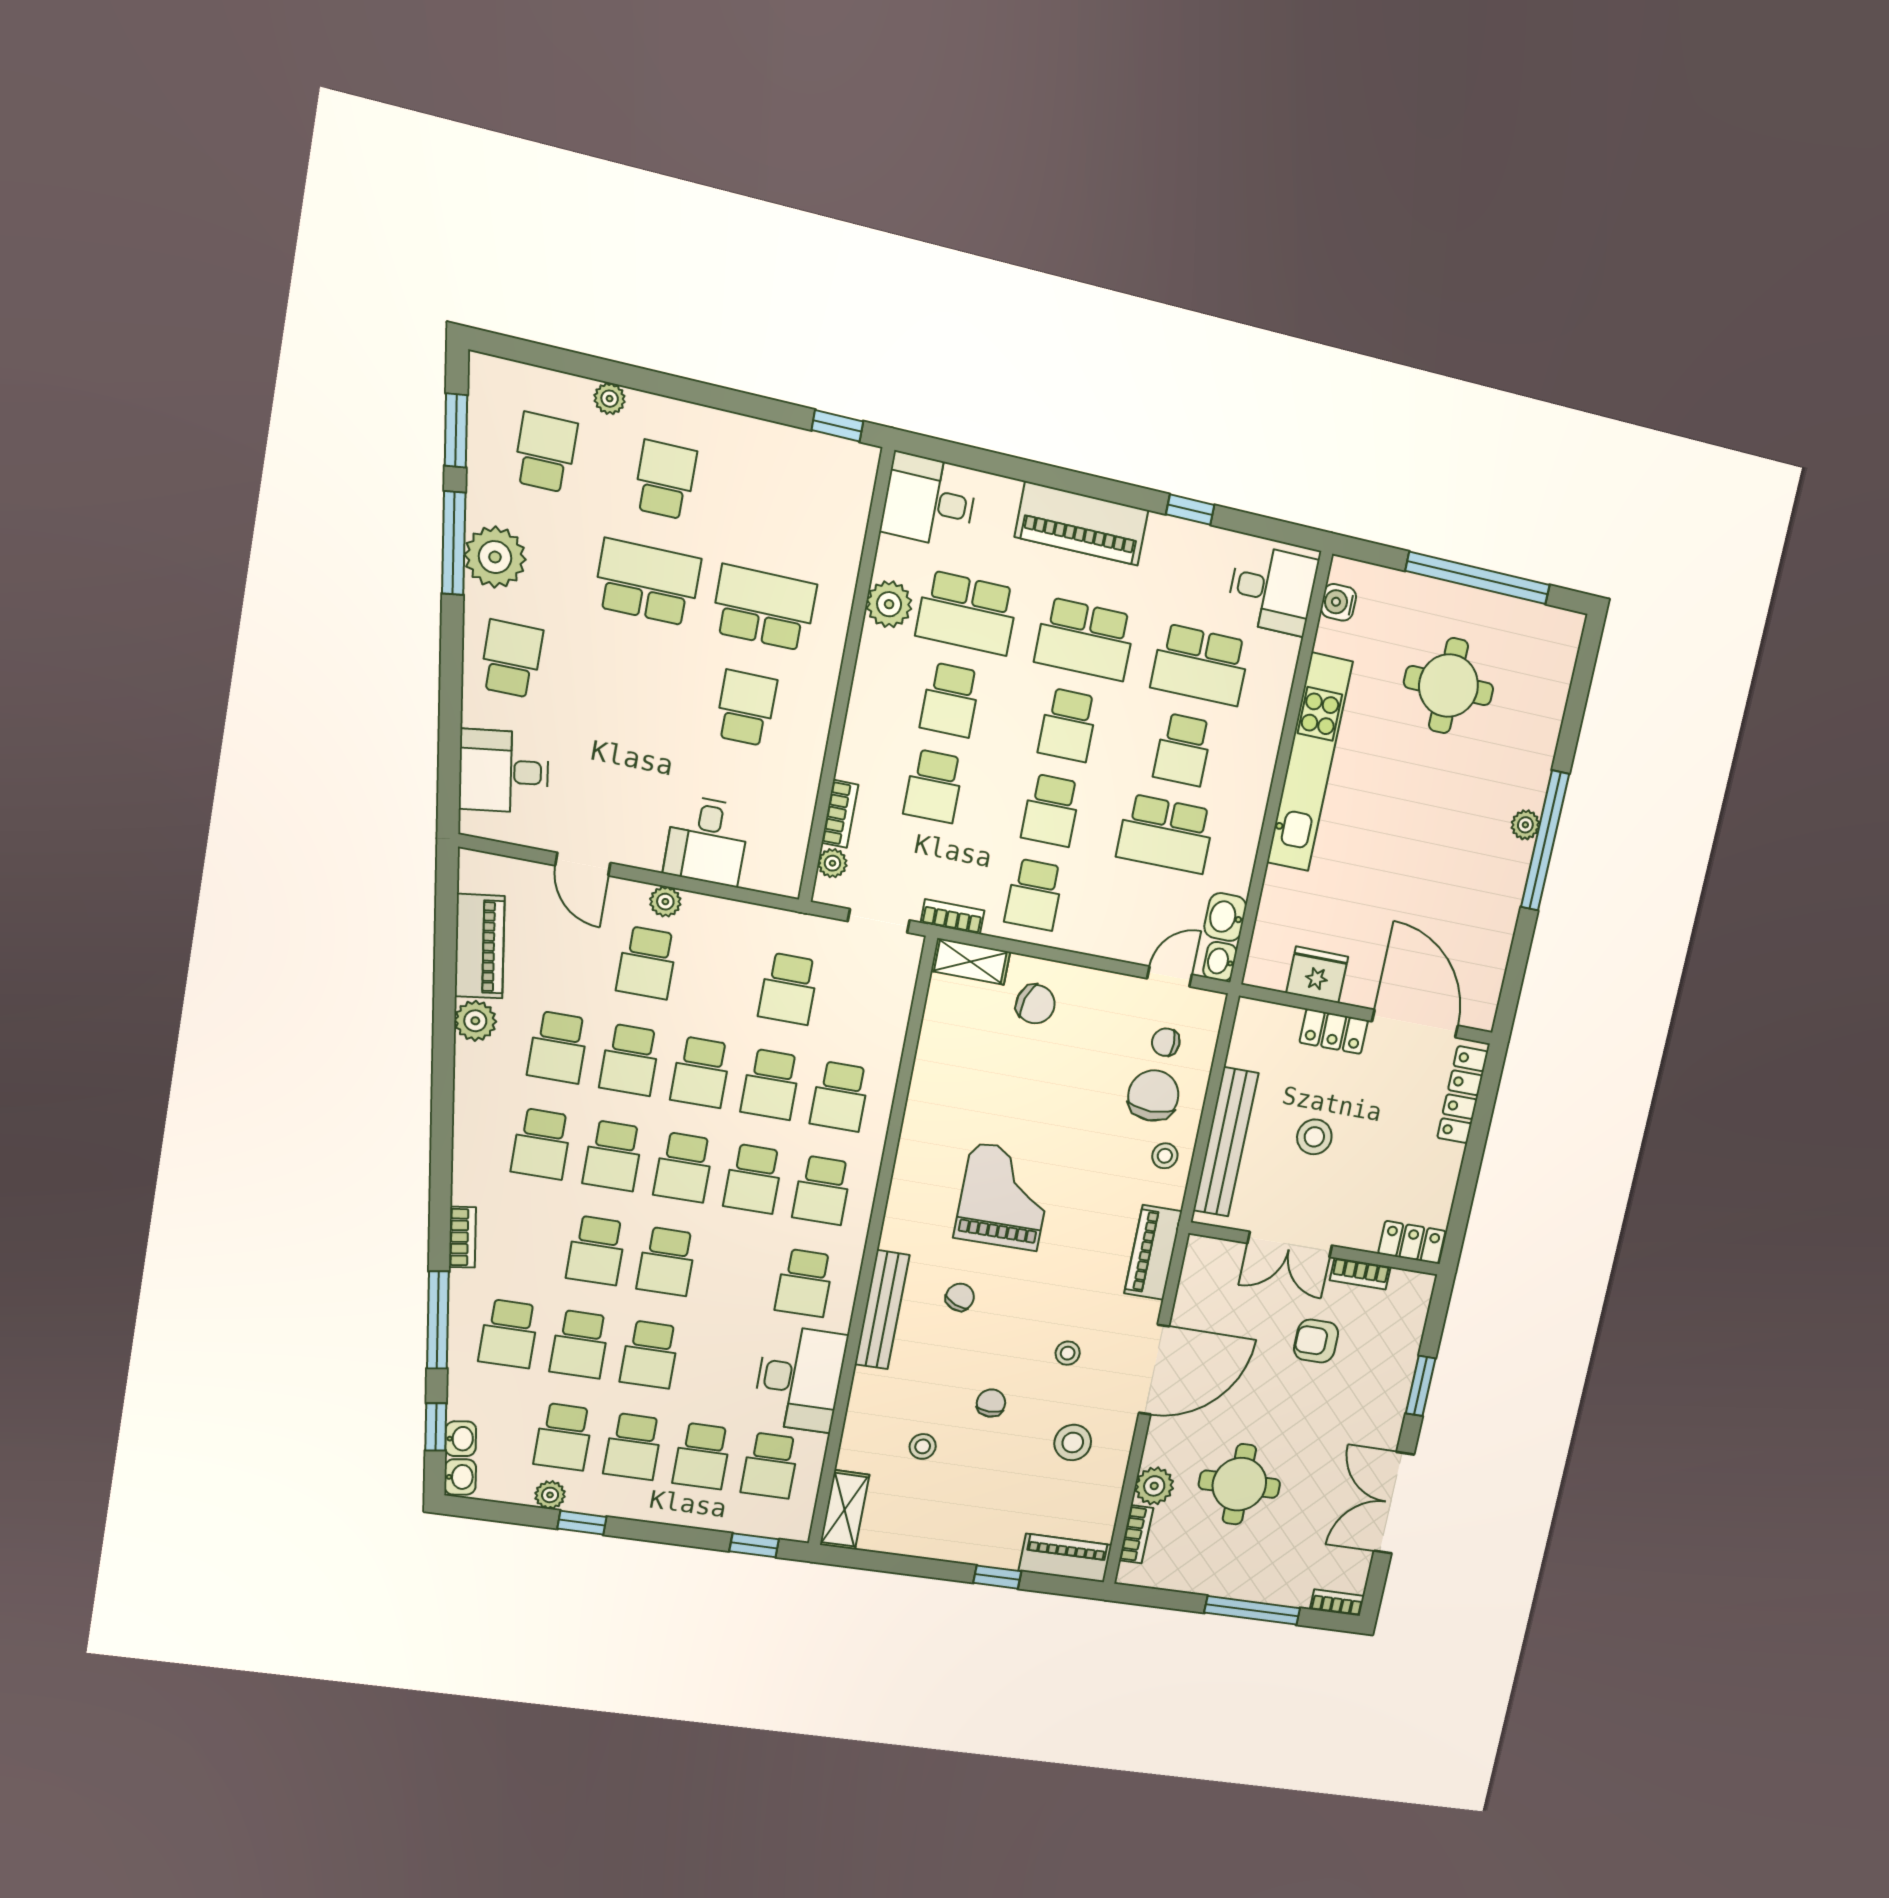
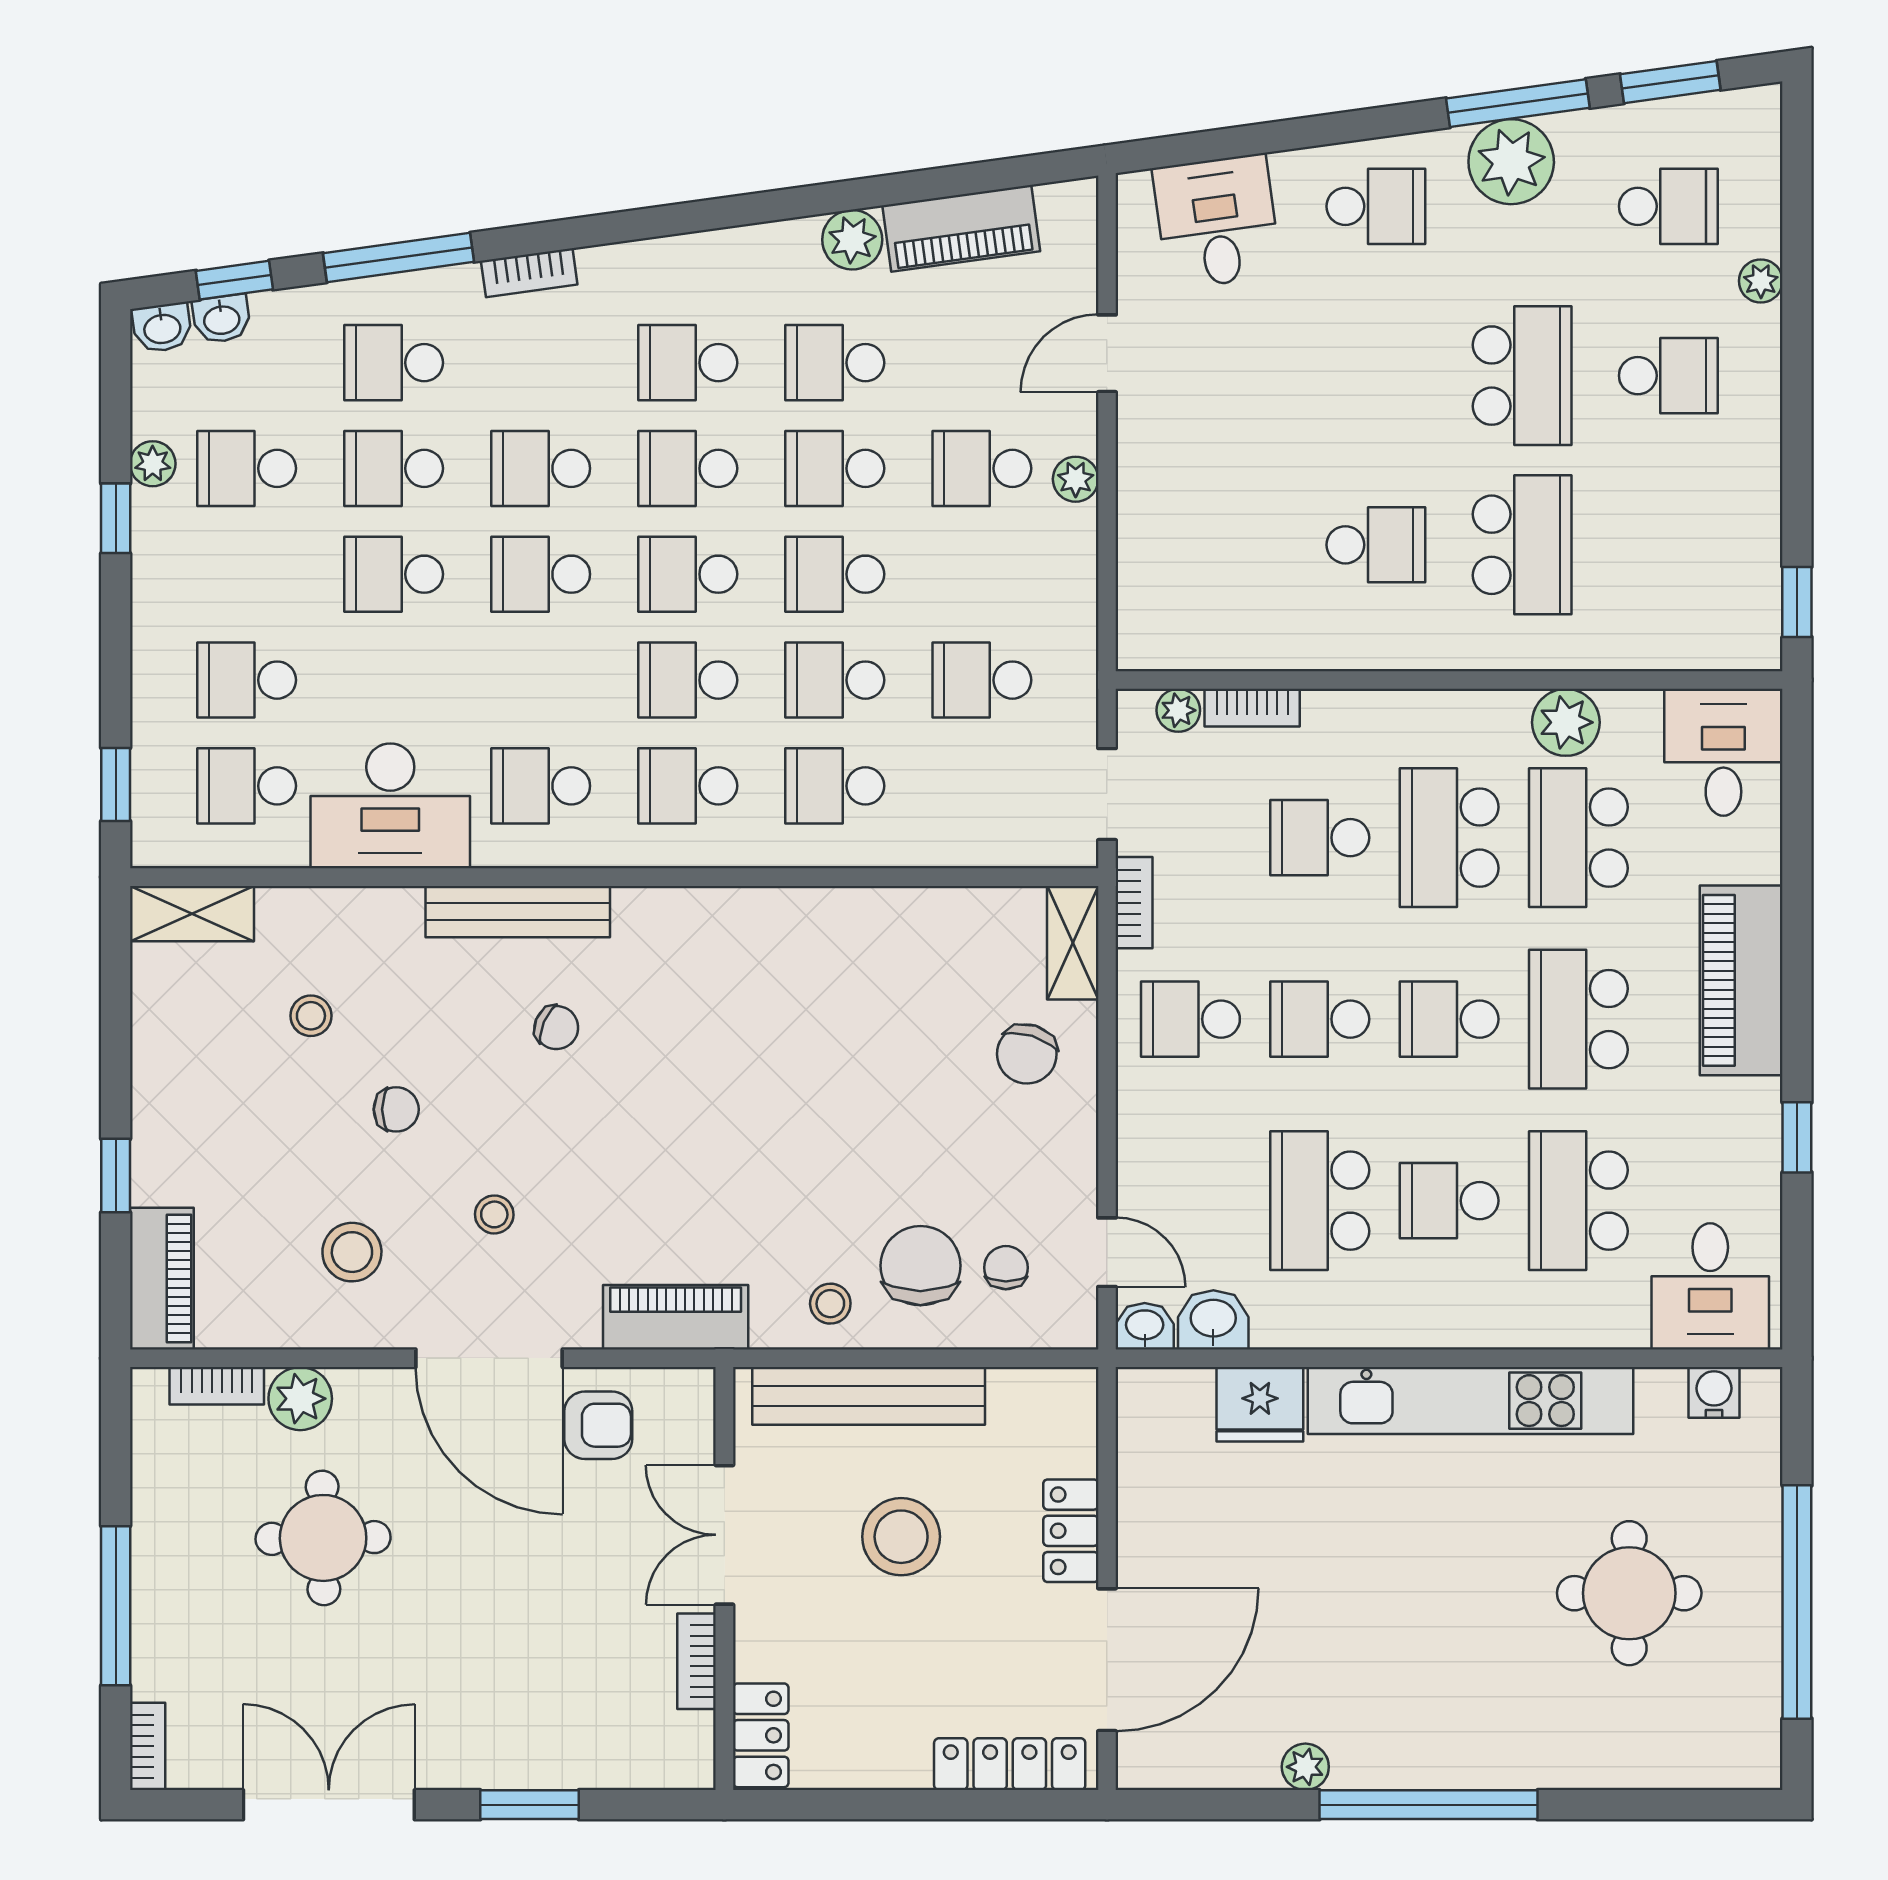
school desk: (950, 700) -> (1449, 838), width x1.85
plant: (1525, 825) -> (1305, 1767), moved
desk: (707, 841) -> (1175, 523), removed
fridge: (1317, 975) -> (1260, 1404), moved, turned 90
chair: (1153, 1096) -> (920, 1266), turned -90
stool: (1314, 1137) -> (901, 1537), width x1.38, depth x1.38
grand piano: (1004, 1197) -> (724, 1066), removed
armchair: (1316, 1341) -> (598, 1425), moved, turned 90
school desk: (633, 1446) -> (247, 574), removed

